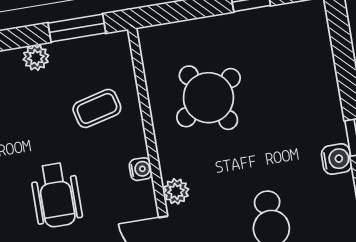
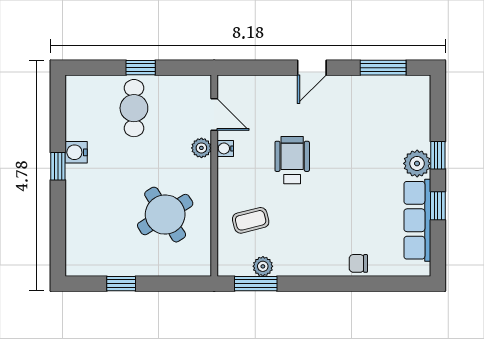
plant: (36, 58) -> (263, 266), moved
water cooler: (141, 169) -> (225, 148), moved

